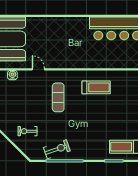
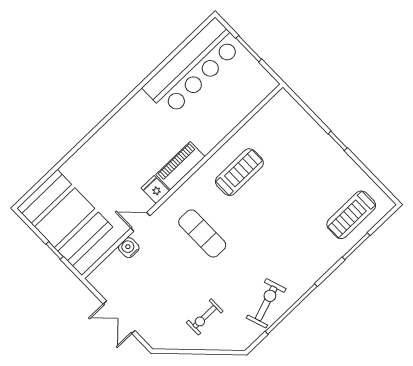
fridge: (56, 62) -> (155, 190), added
piano: (75, 62) -> (180, 166), added
water cooler: (12, 75) -> (129, 248), moved

